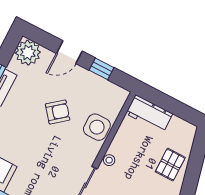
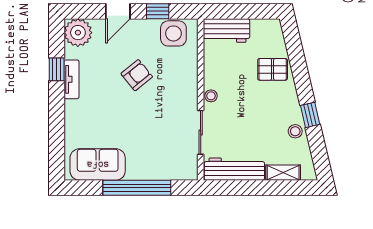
side table: (97, 127) -> (173, 33), moved
pallet: (170, 165) -> (273, 69), turned 90

